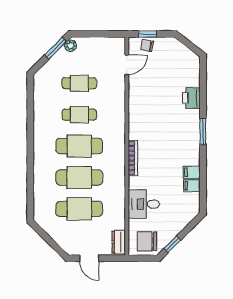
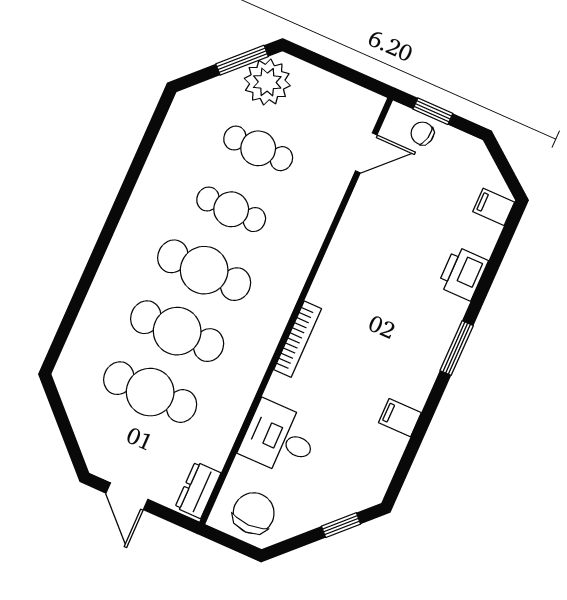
plant: (70, 46) -> (267, 82), width x1.87, depth x1.87
filing cabinet: (192, 186) -> (494, 207), moved
chair: (147, 241) -> (254, 513), turned 90
window: (172, 244) -> (341, 525), moved

